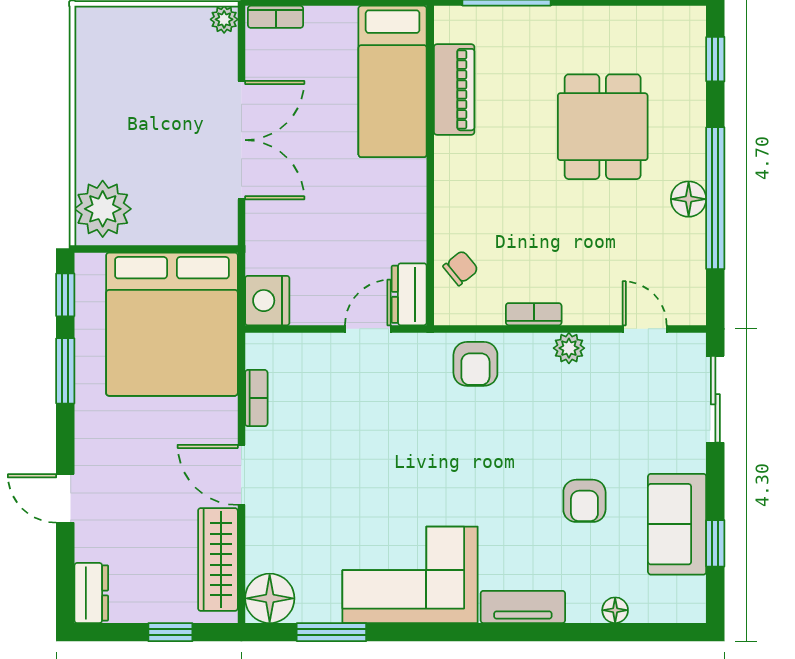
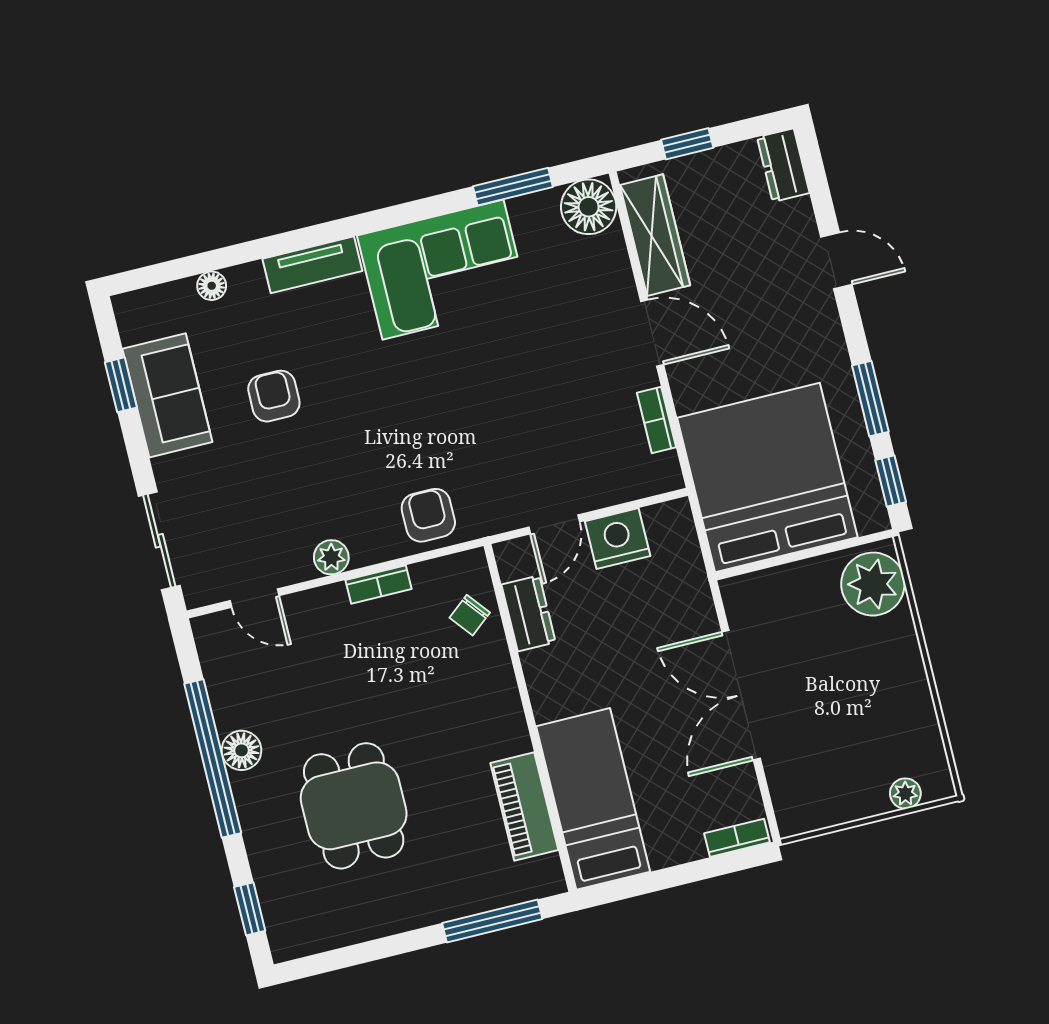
plant: (224, 19) -> (905, 793), moved
dresser: (409, 294) -> (528, 613), moved
nightstand: (267, 301) -> (618, 539), moved, turned -90

